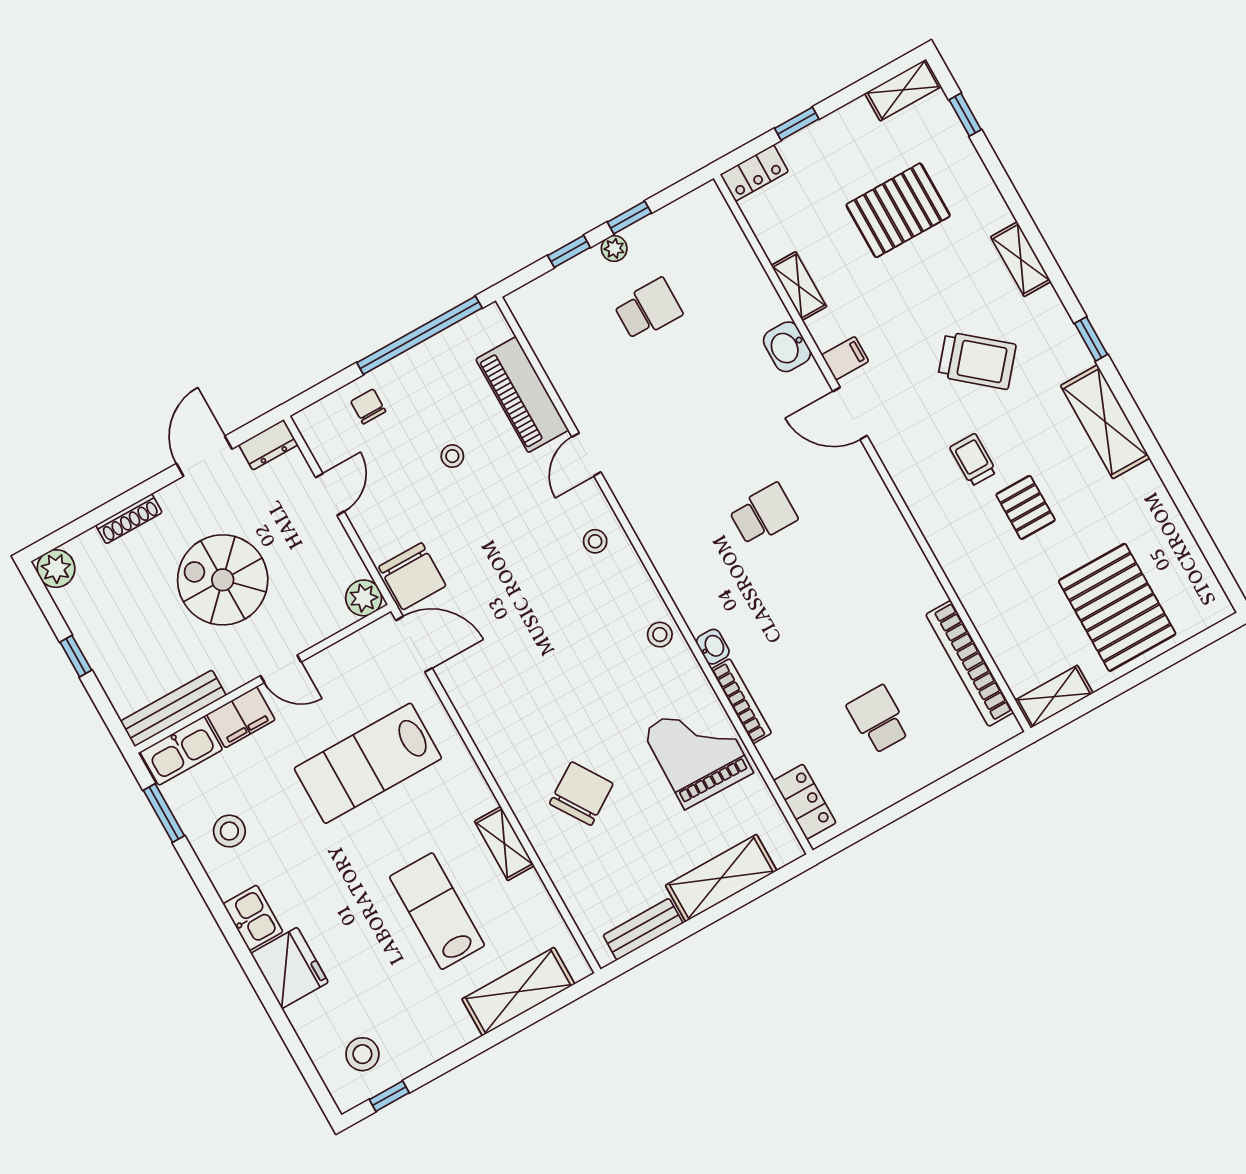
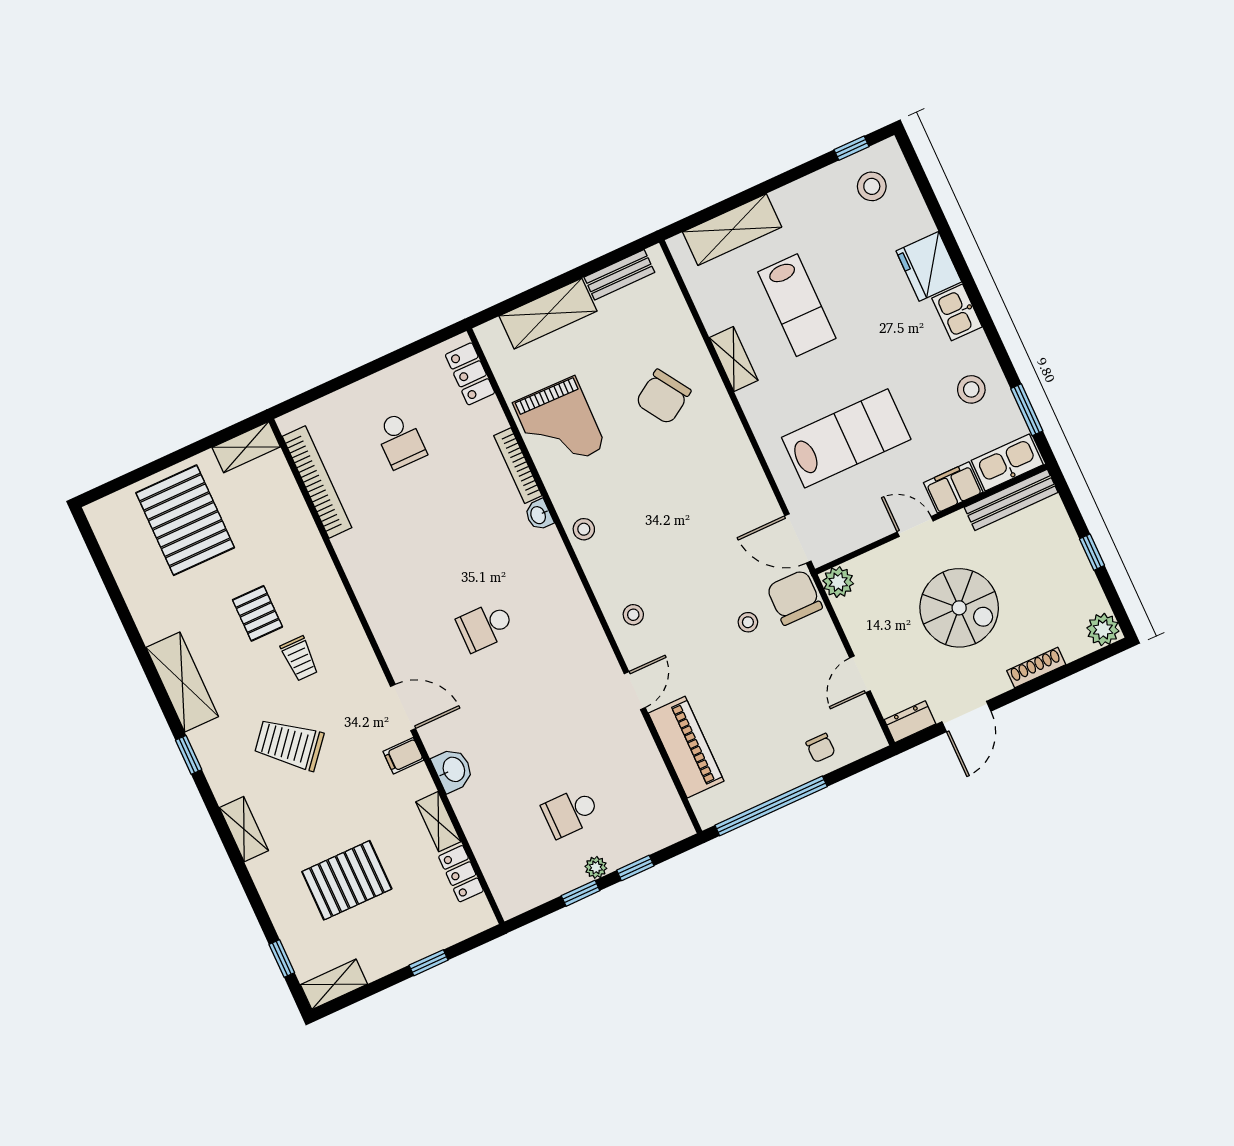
locker: (754, 173) -> (461, 874), moved, turned -90
stool: (452, 456) -> (748, 622), moved

